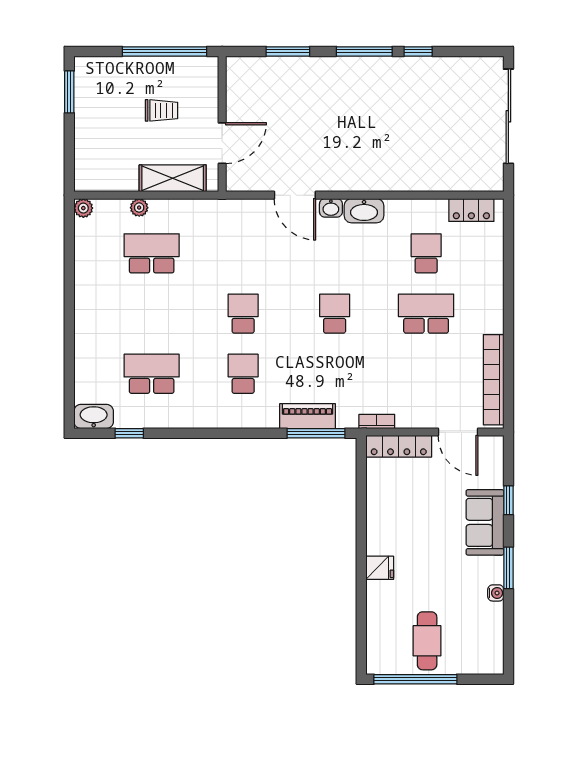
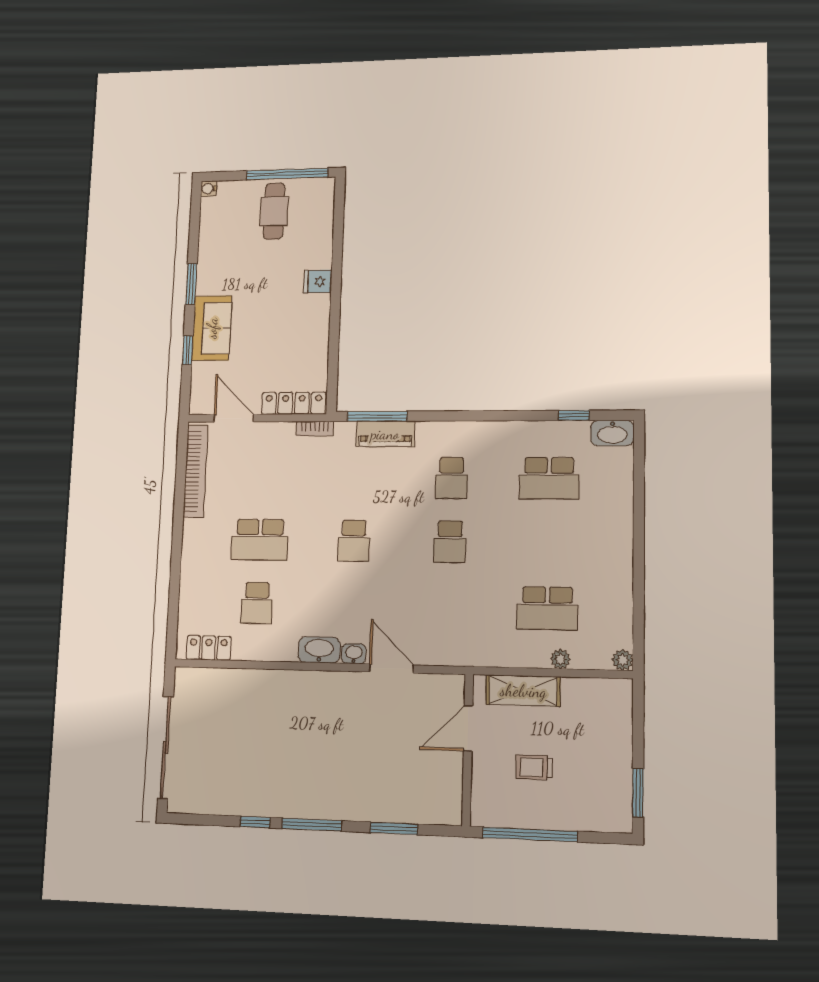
water cooler: (496, 593) -> (209, 189), moved

